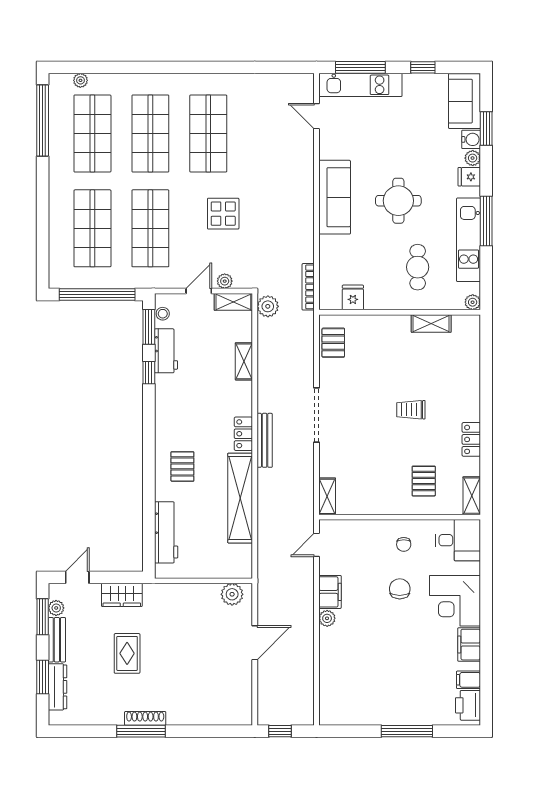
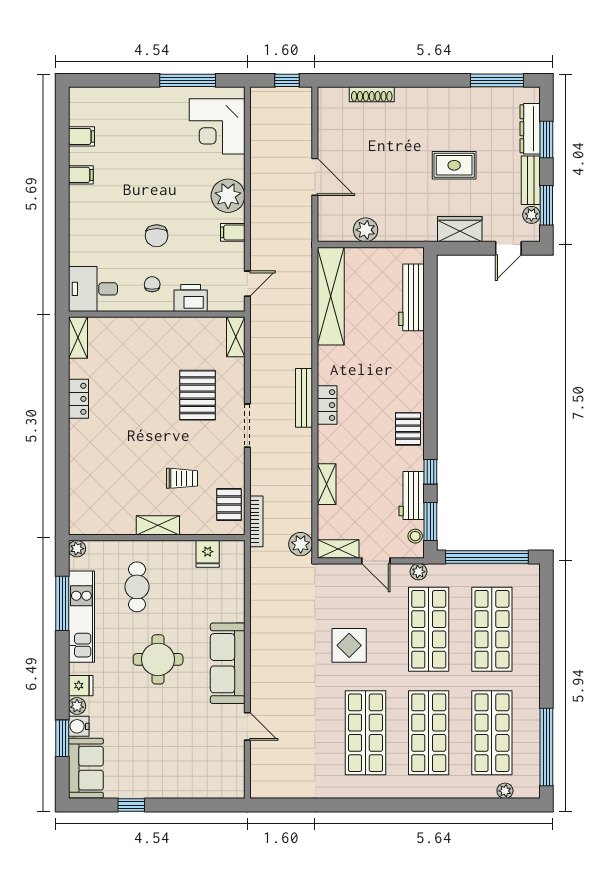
window: (360, 67) -> (199, 805), removed
kitchen unit: (360, 85) -> (199, 786), removed
door: (317, 116) -> (247, 726), moved
window: (486, 221) -> (62, 603), moved
plant: (225, 281) -> (418, 572), moved
bookcase: (308, 287) -> (256, 521), moved
door: (199, 291) -> (376, 561), hinge flipped
shelving: (431, 324) -> (158, 525), moved
trolley: (411, 410) -> (182, 478), moved
doorway: (317, 415) -> (247, 426), width x0.73
pallet: (182, 466) -> (408, 429), moved
pallet: (424, 481) -> (198, 395), moved, width x1.50, depth x1.42
shelving: (240, 498) -> (331, 296), moved
filing cabinet: (330, 592) -> (233, 232), width x0.50
plant: (232, 594) -> (366, 230), moved
corner desk: (455, 601) -> (217, 126), moved, turned 180
plant: (327, 618) -> (228, 196), width x1.88, depth x1.88
door: (255, 643) -> (315, 177), swing flipped
filing cabinet: (469, 645) -> (81, 175), width x0.50
rug: (127, 653) -> (454, 165), turned 90
printer: (468, 705) -> (191, 298), moved, turned -90
shoe rack: (145, 718) -> (372, 94), moved
window: (141, 731) -> (497, 80), moved
window: (407, 731) -> (188, 80), moved

